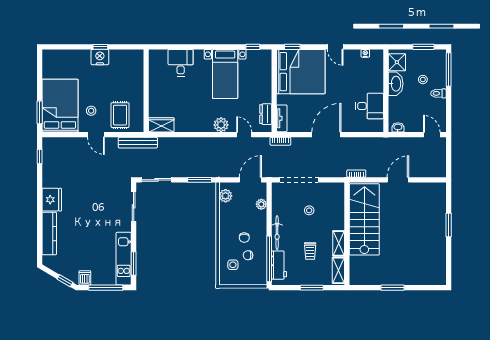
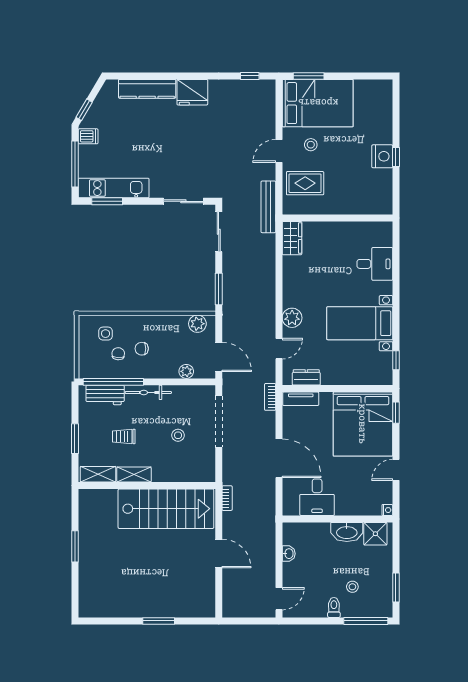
shower: (397, 62) -> (375, 534), moved
washbasin: (396, 84) -> (347, 532), moved
wall: (386, 91) -> (337, 519), moved
desk: (369, 106) -> (317, 497), moved

